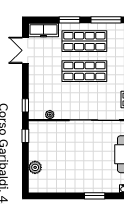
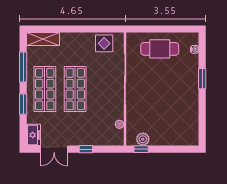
freezer: (44, 30) -> (34, 135), width x0.71
window: (25, 105) -> (86, 149), moved
plant: (35, 167) -> (143, 139), moved

